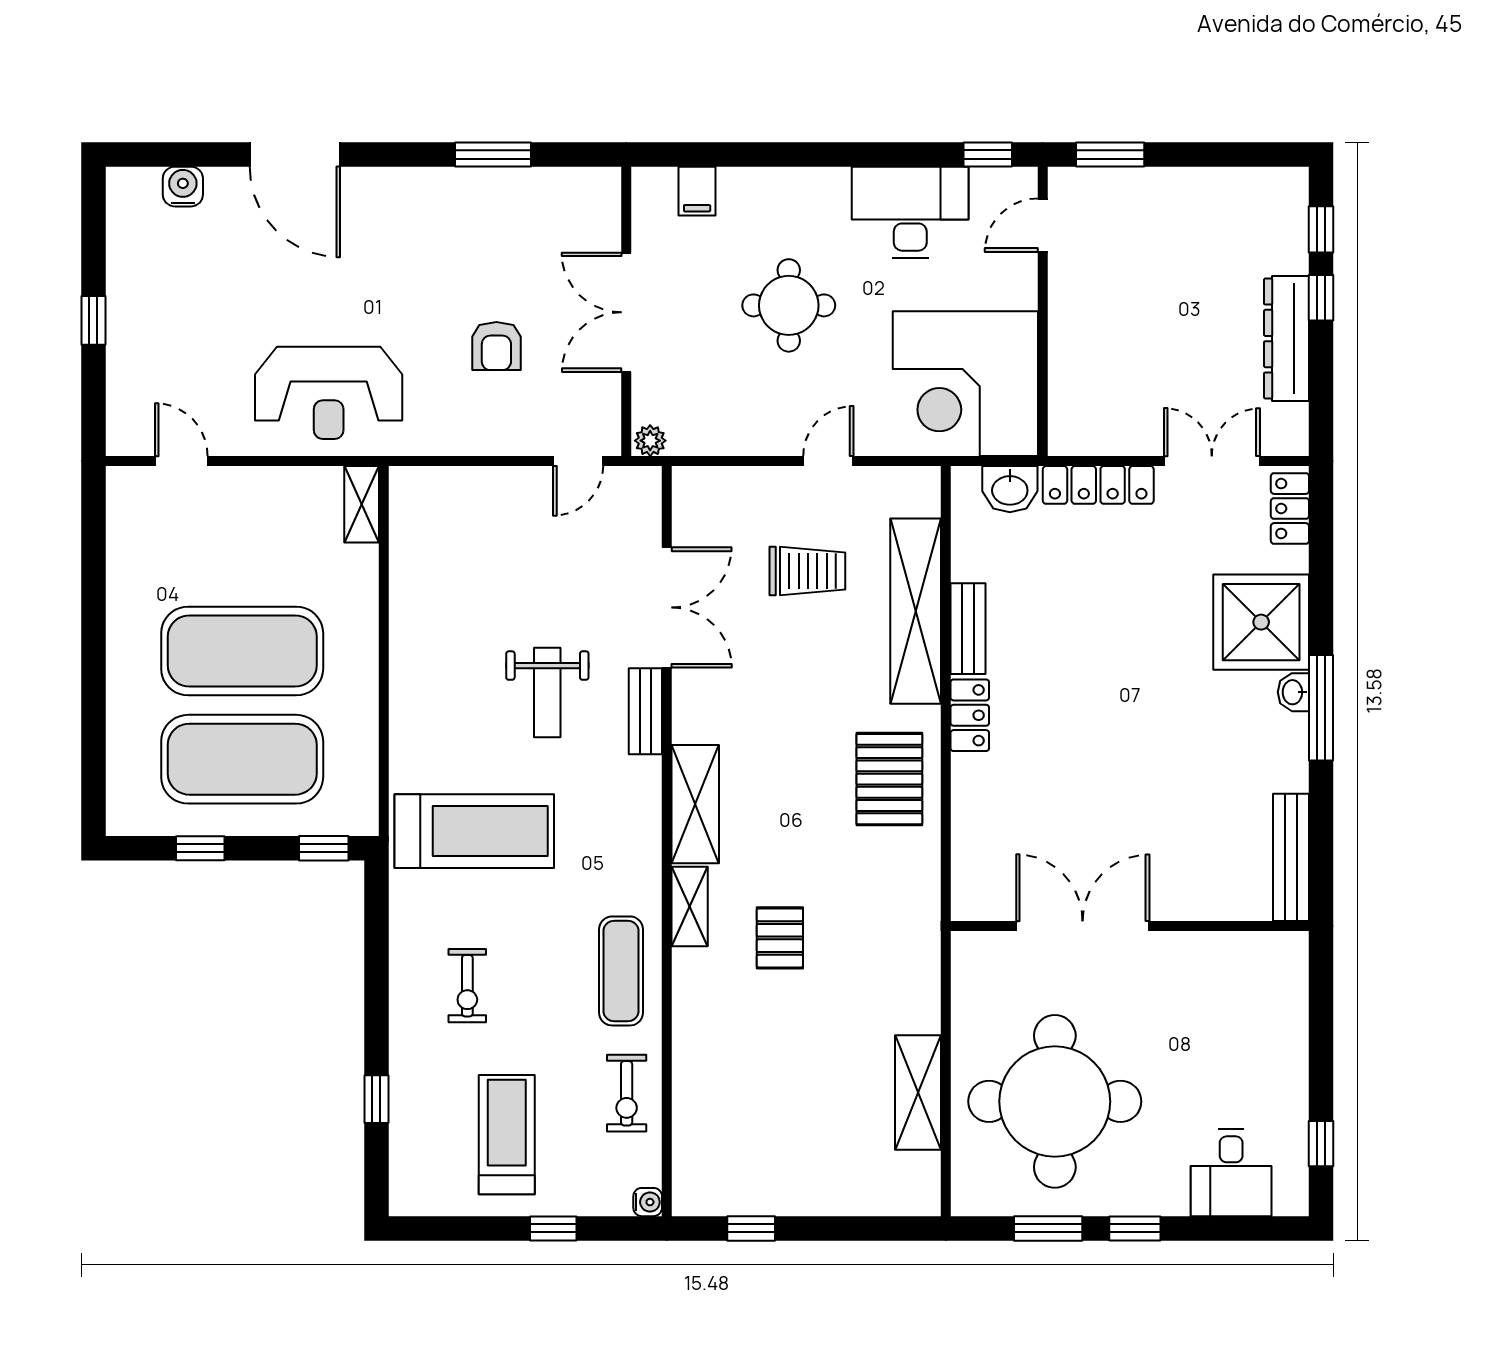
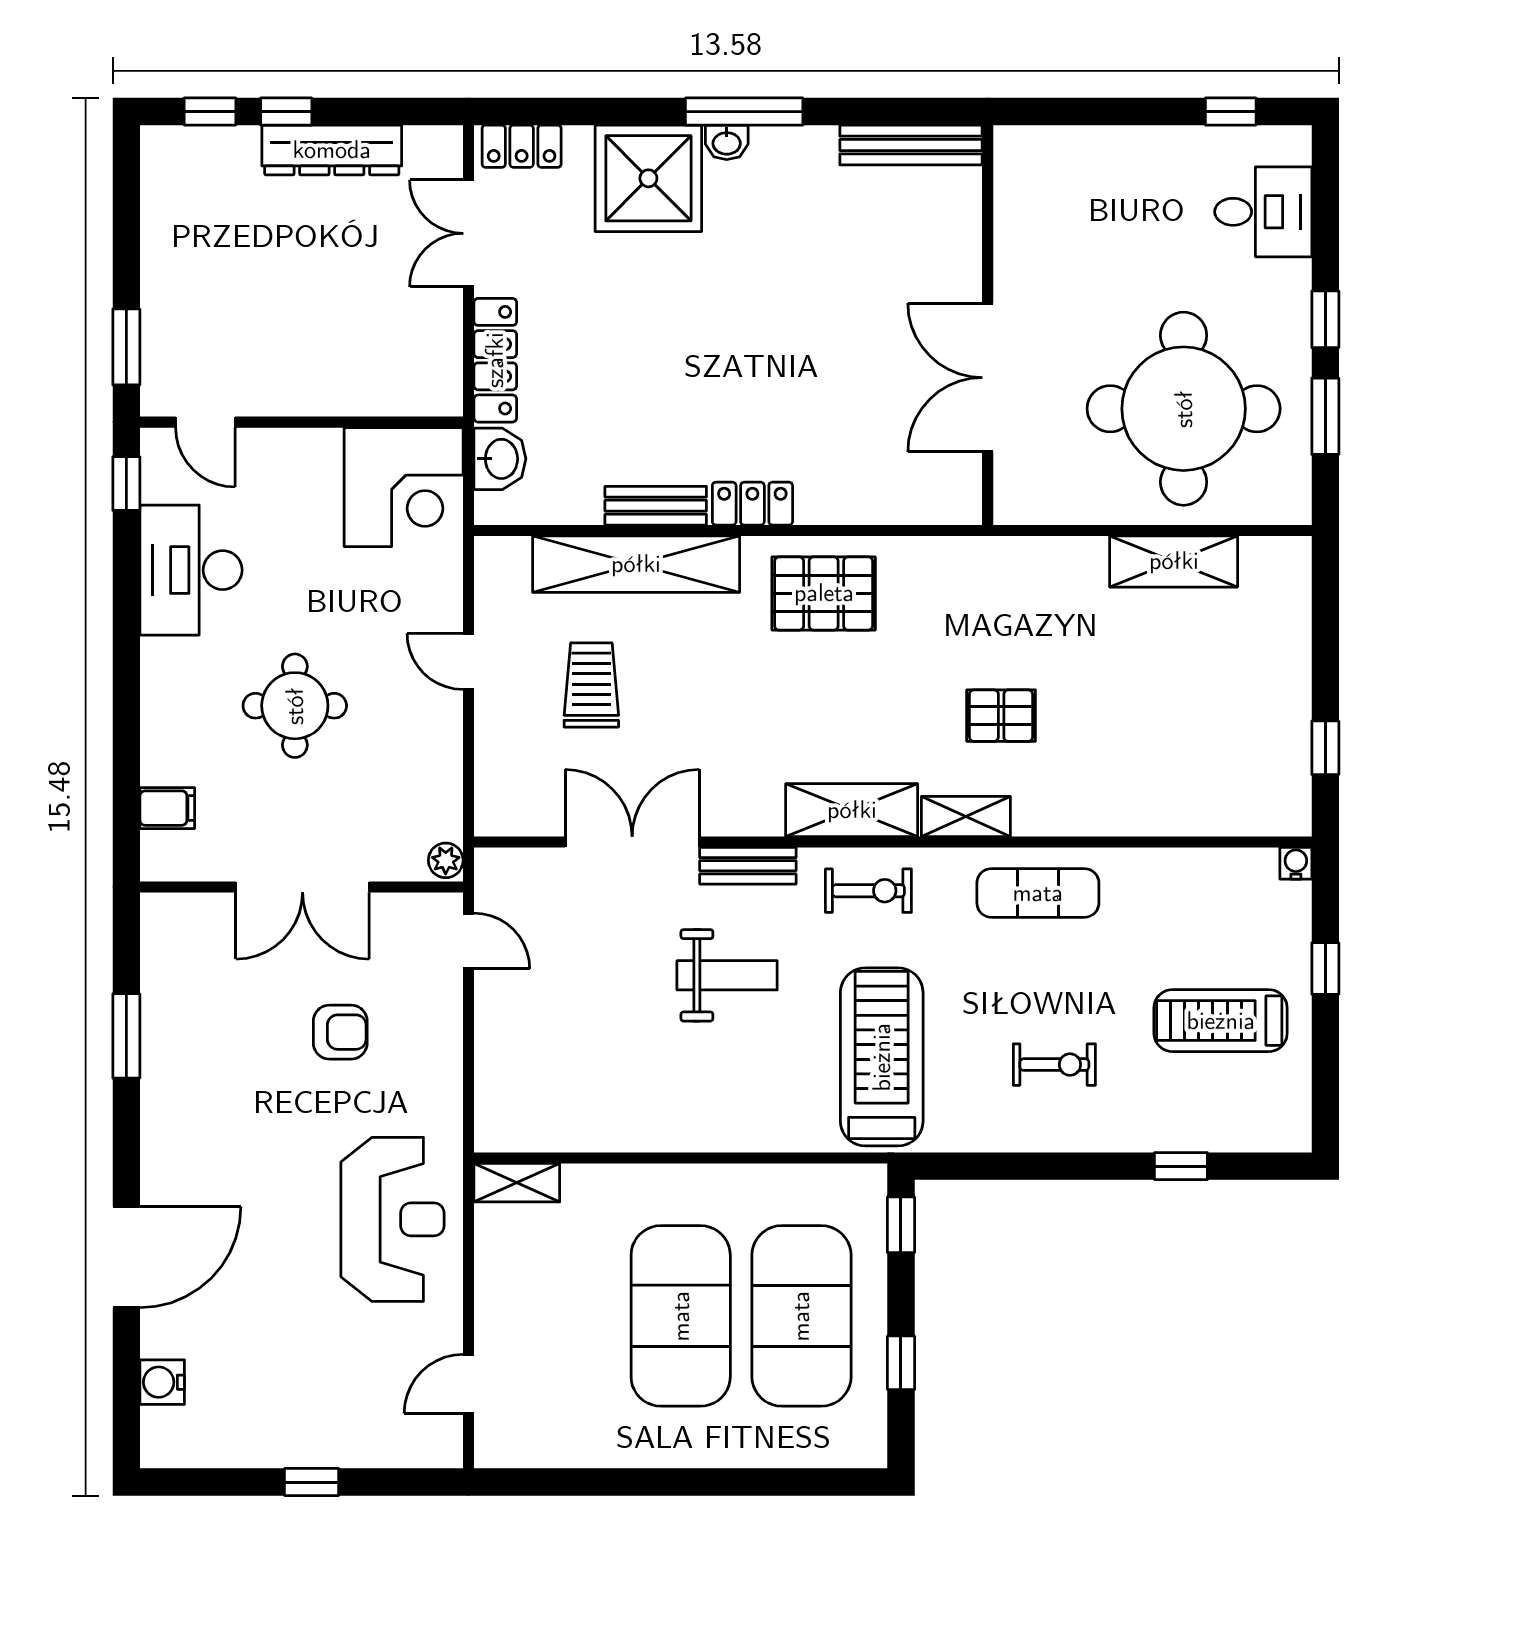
corner desk: (965, 384) -> (404, 487), width x0.74, depth x0.74
exercise bike: (627, 1093) -> (868, 891), moved

